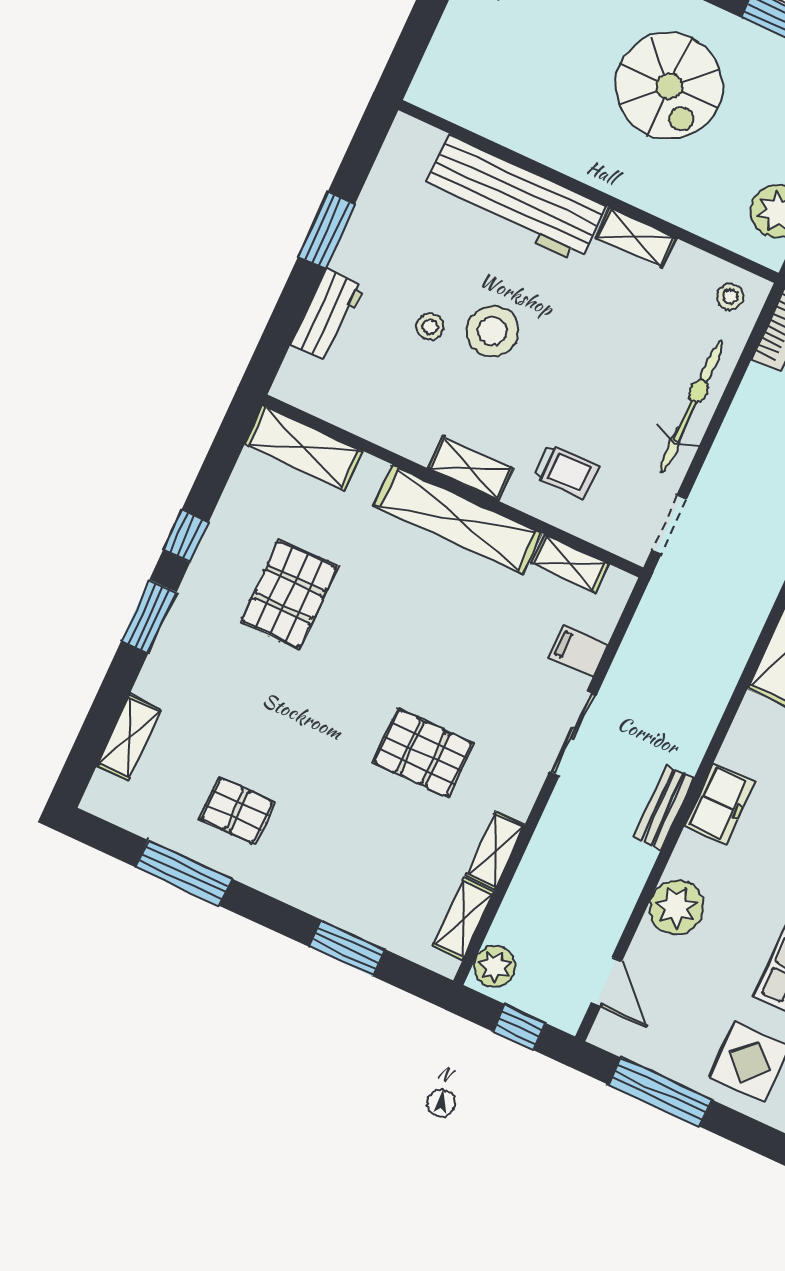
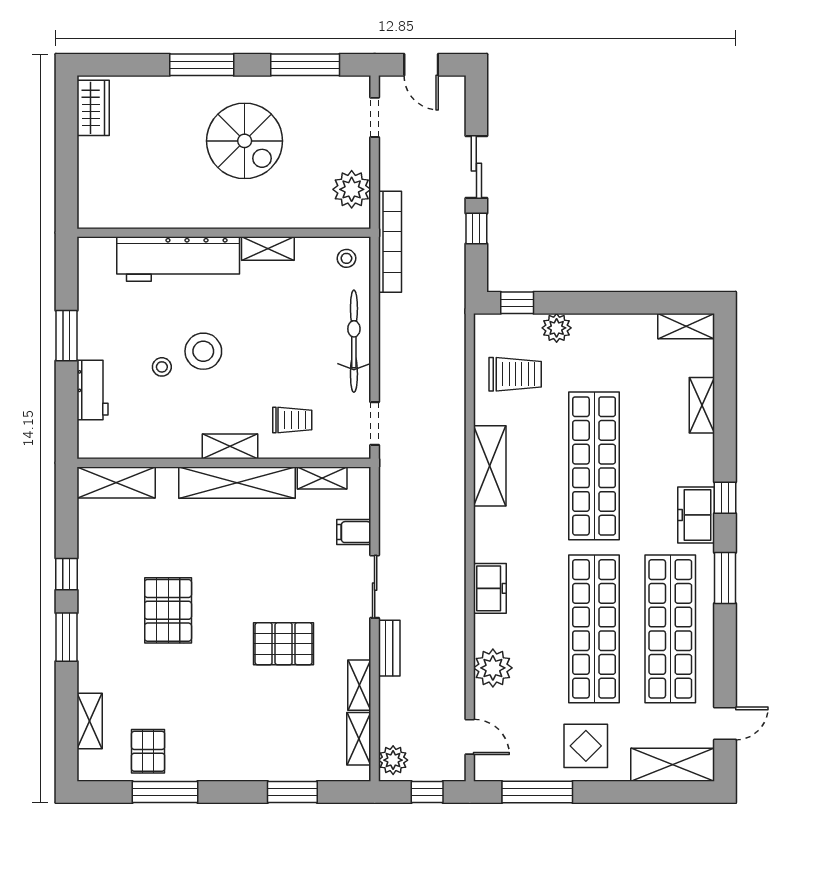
pallet: (289, 594) -> (168, 610), moved
bench: (664, 808) -> (389, 648), moved
pallet: (237, 811) -> (148, 751), moved, turned 90

